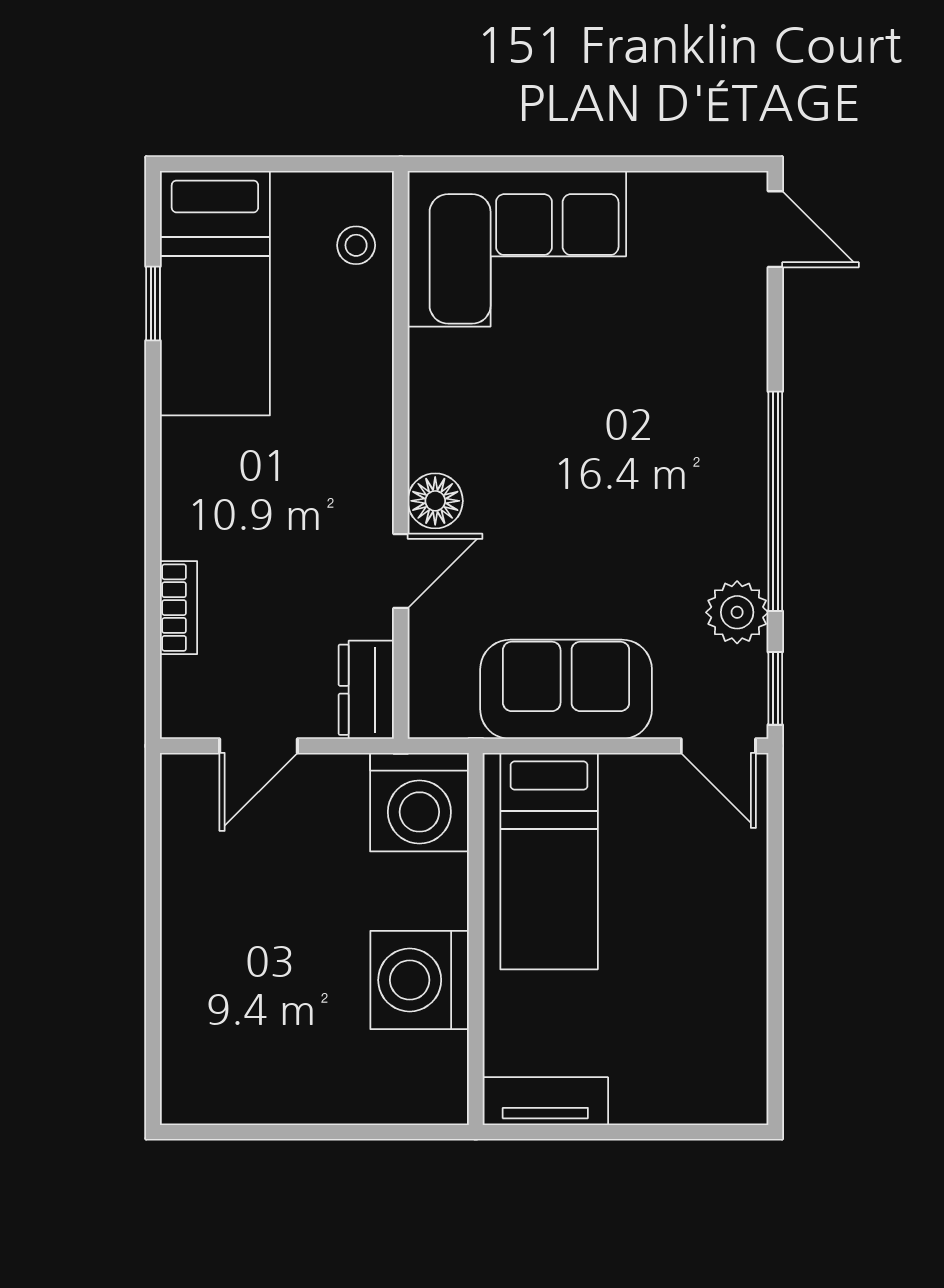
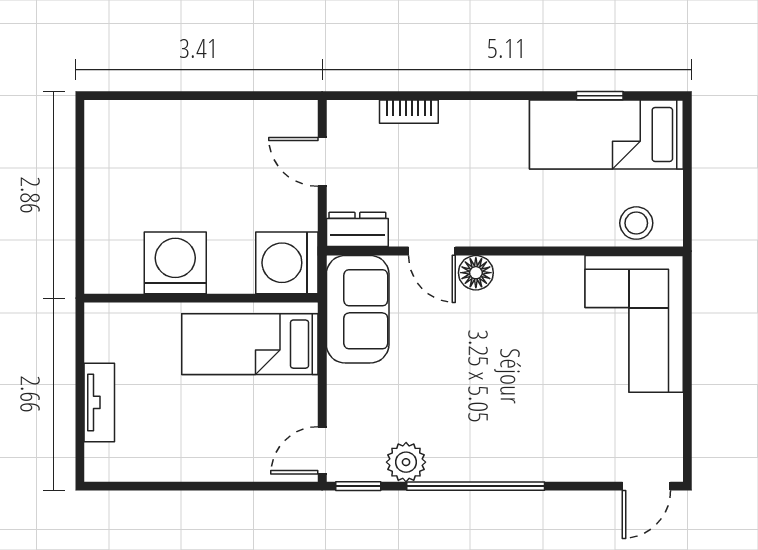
stool: (356, 245) -> (636, 223), width x1.37, depth x1.37
sofa: (566, 689) -> (358, 309), moved
tv unit: (545, 1101) -> (99, 402), moved

